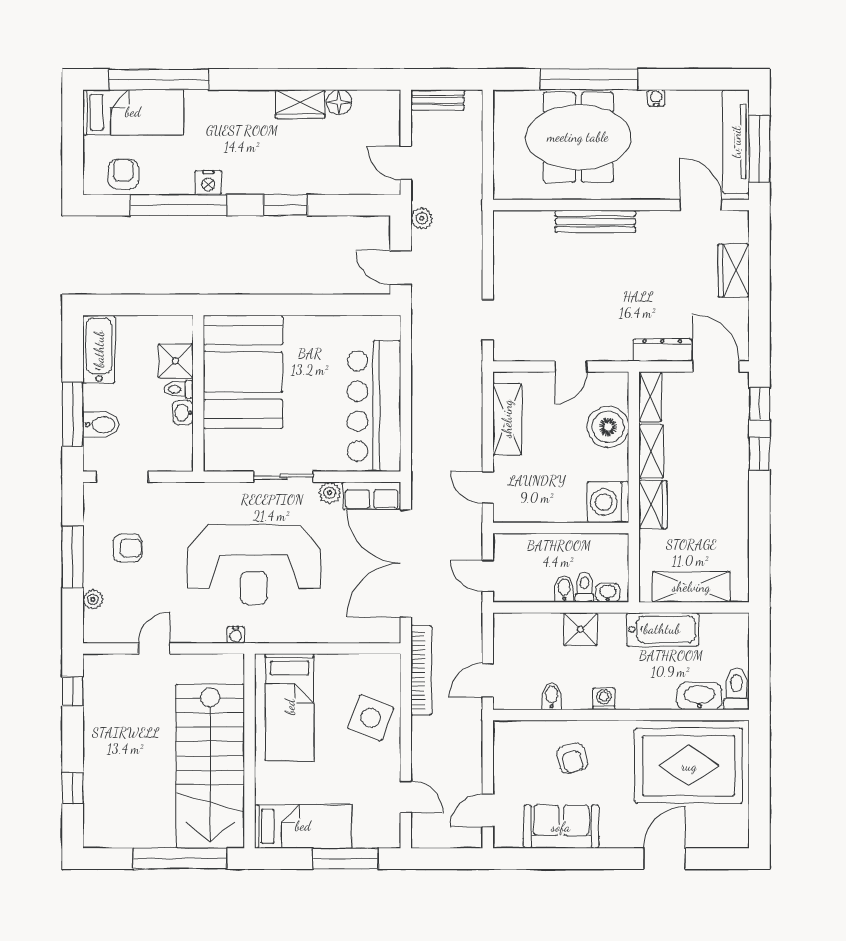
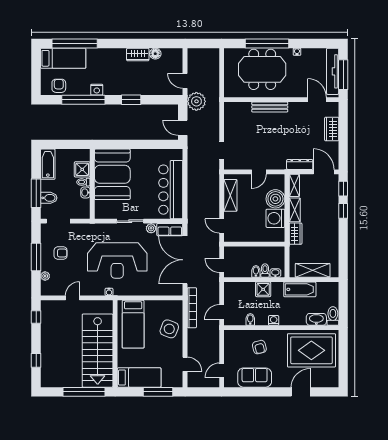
bench: (438, 100) -> (199, 53), removed
plant: (422, 218) -> (196, 101), width x1.88, depth x1.88
washing machine: (608, 502) -> (275, 218), moved

